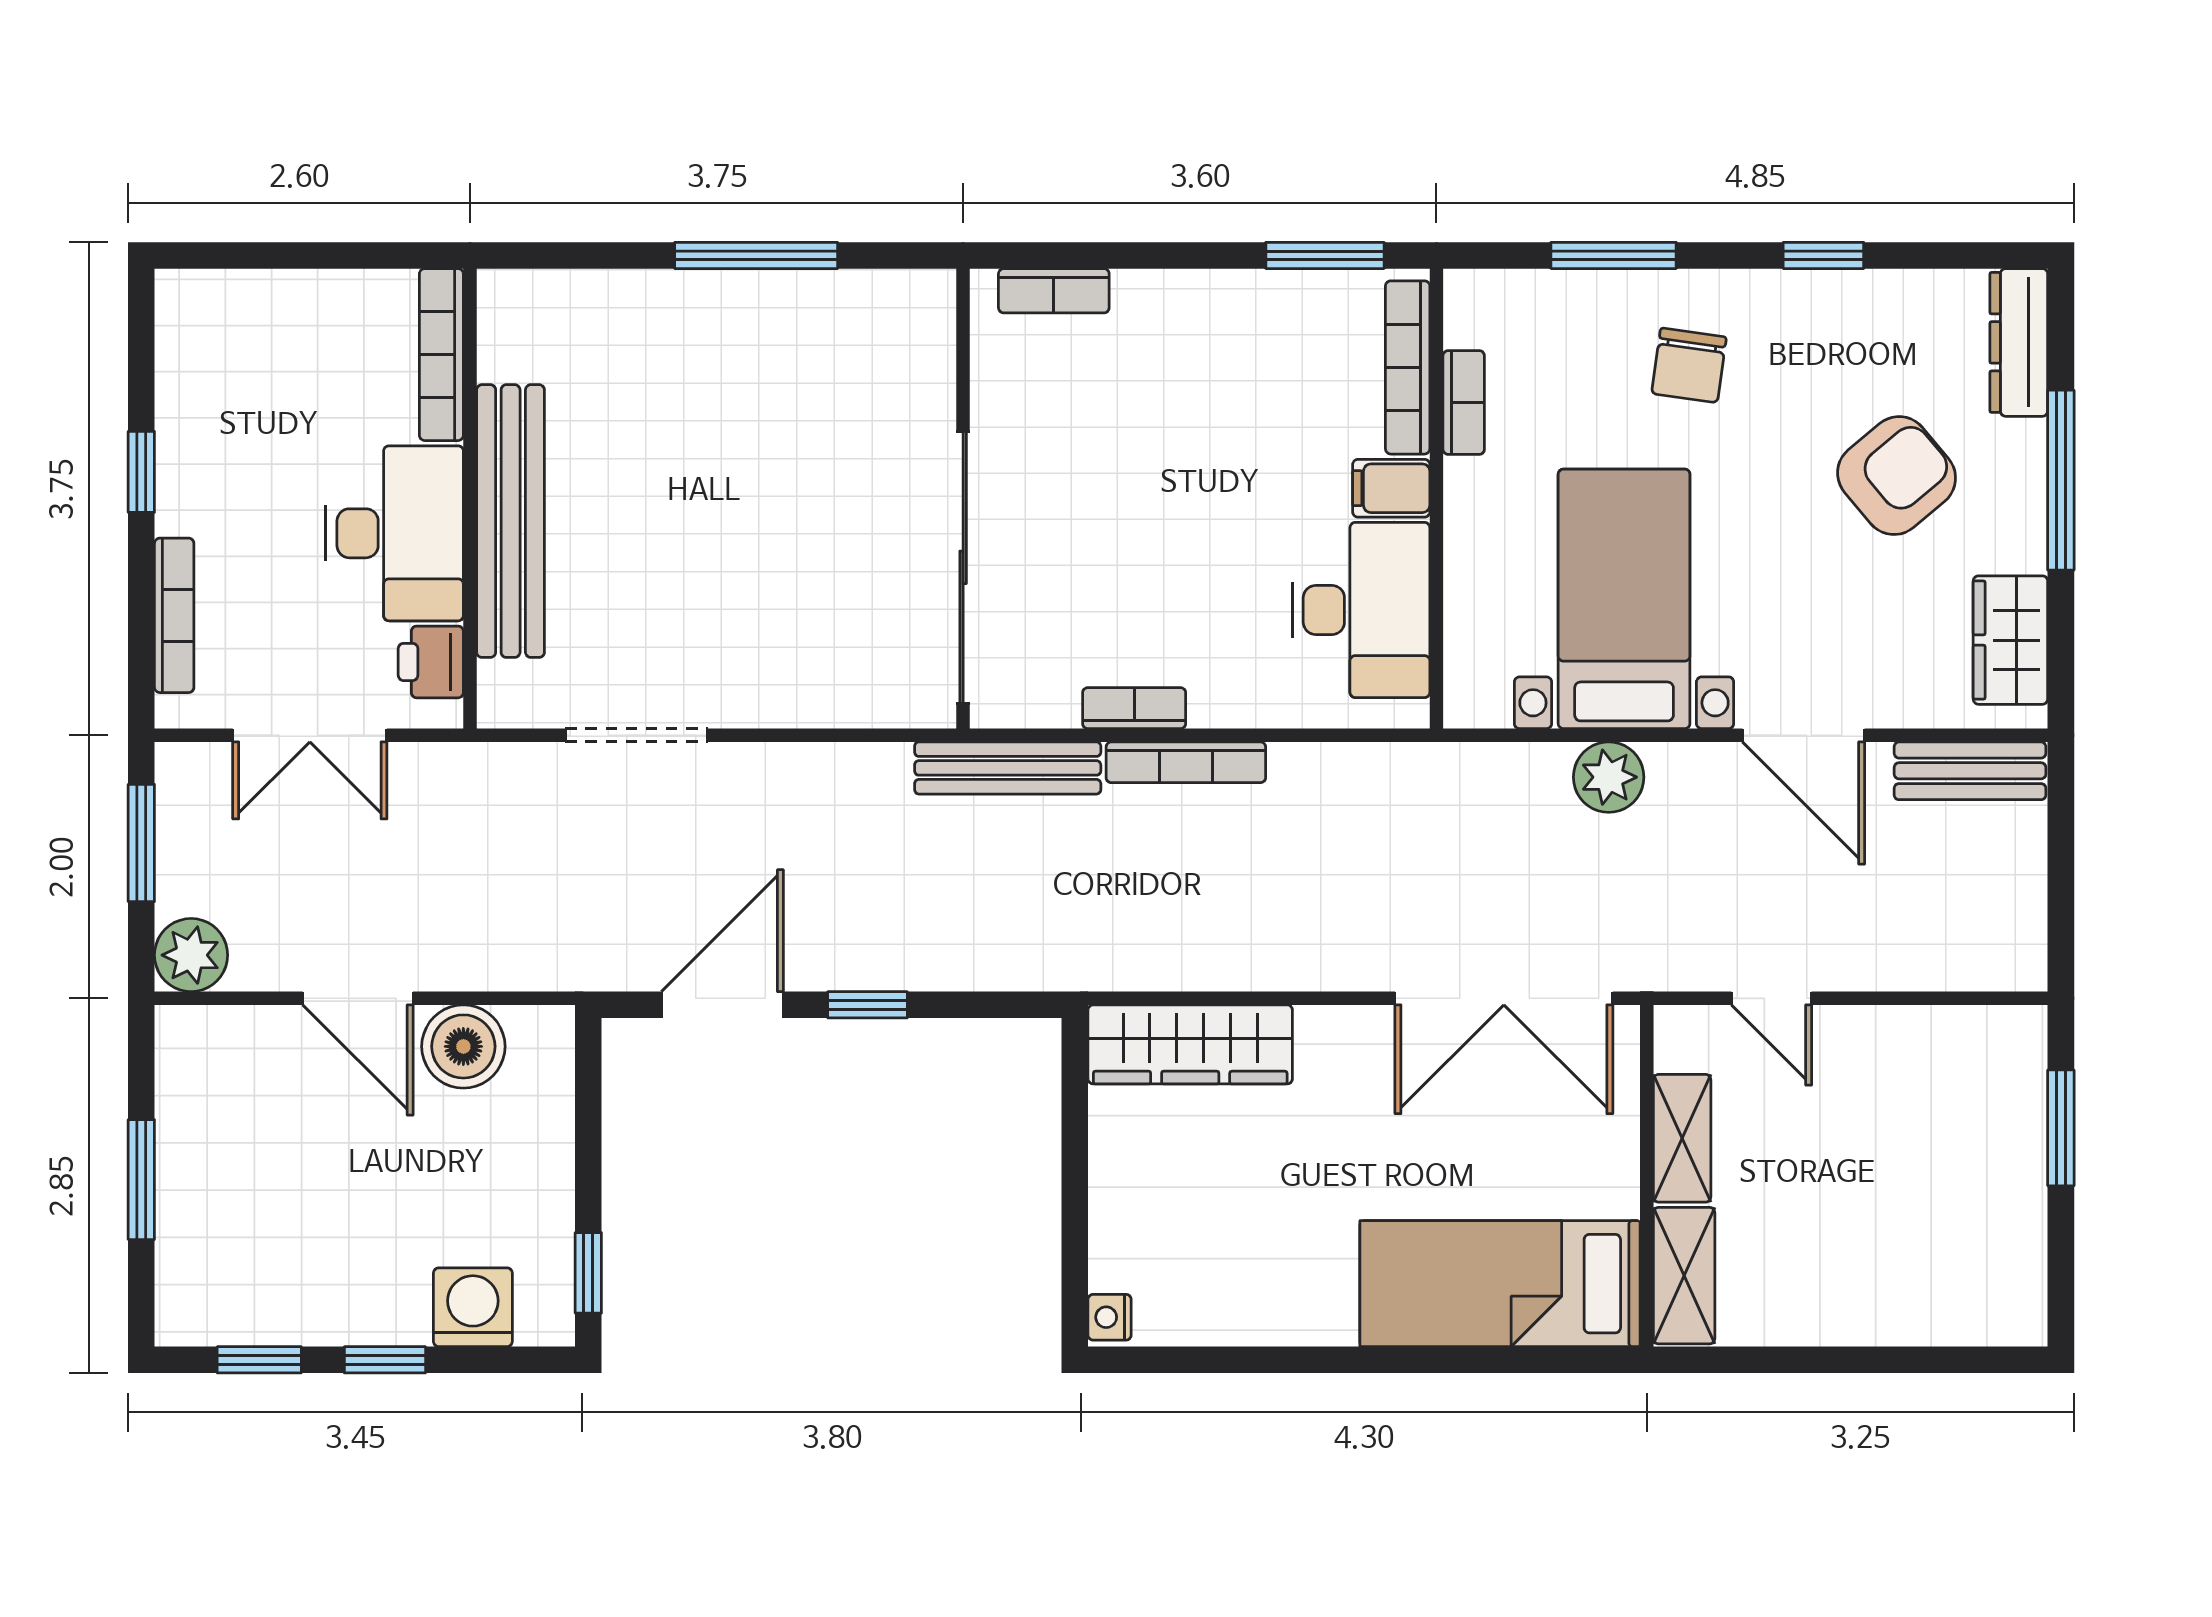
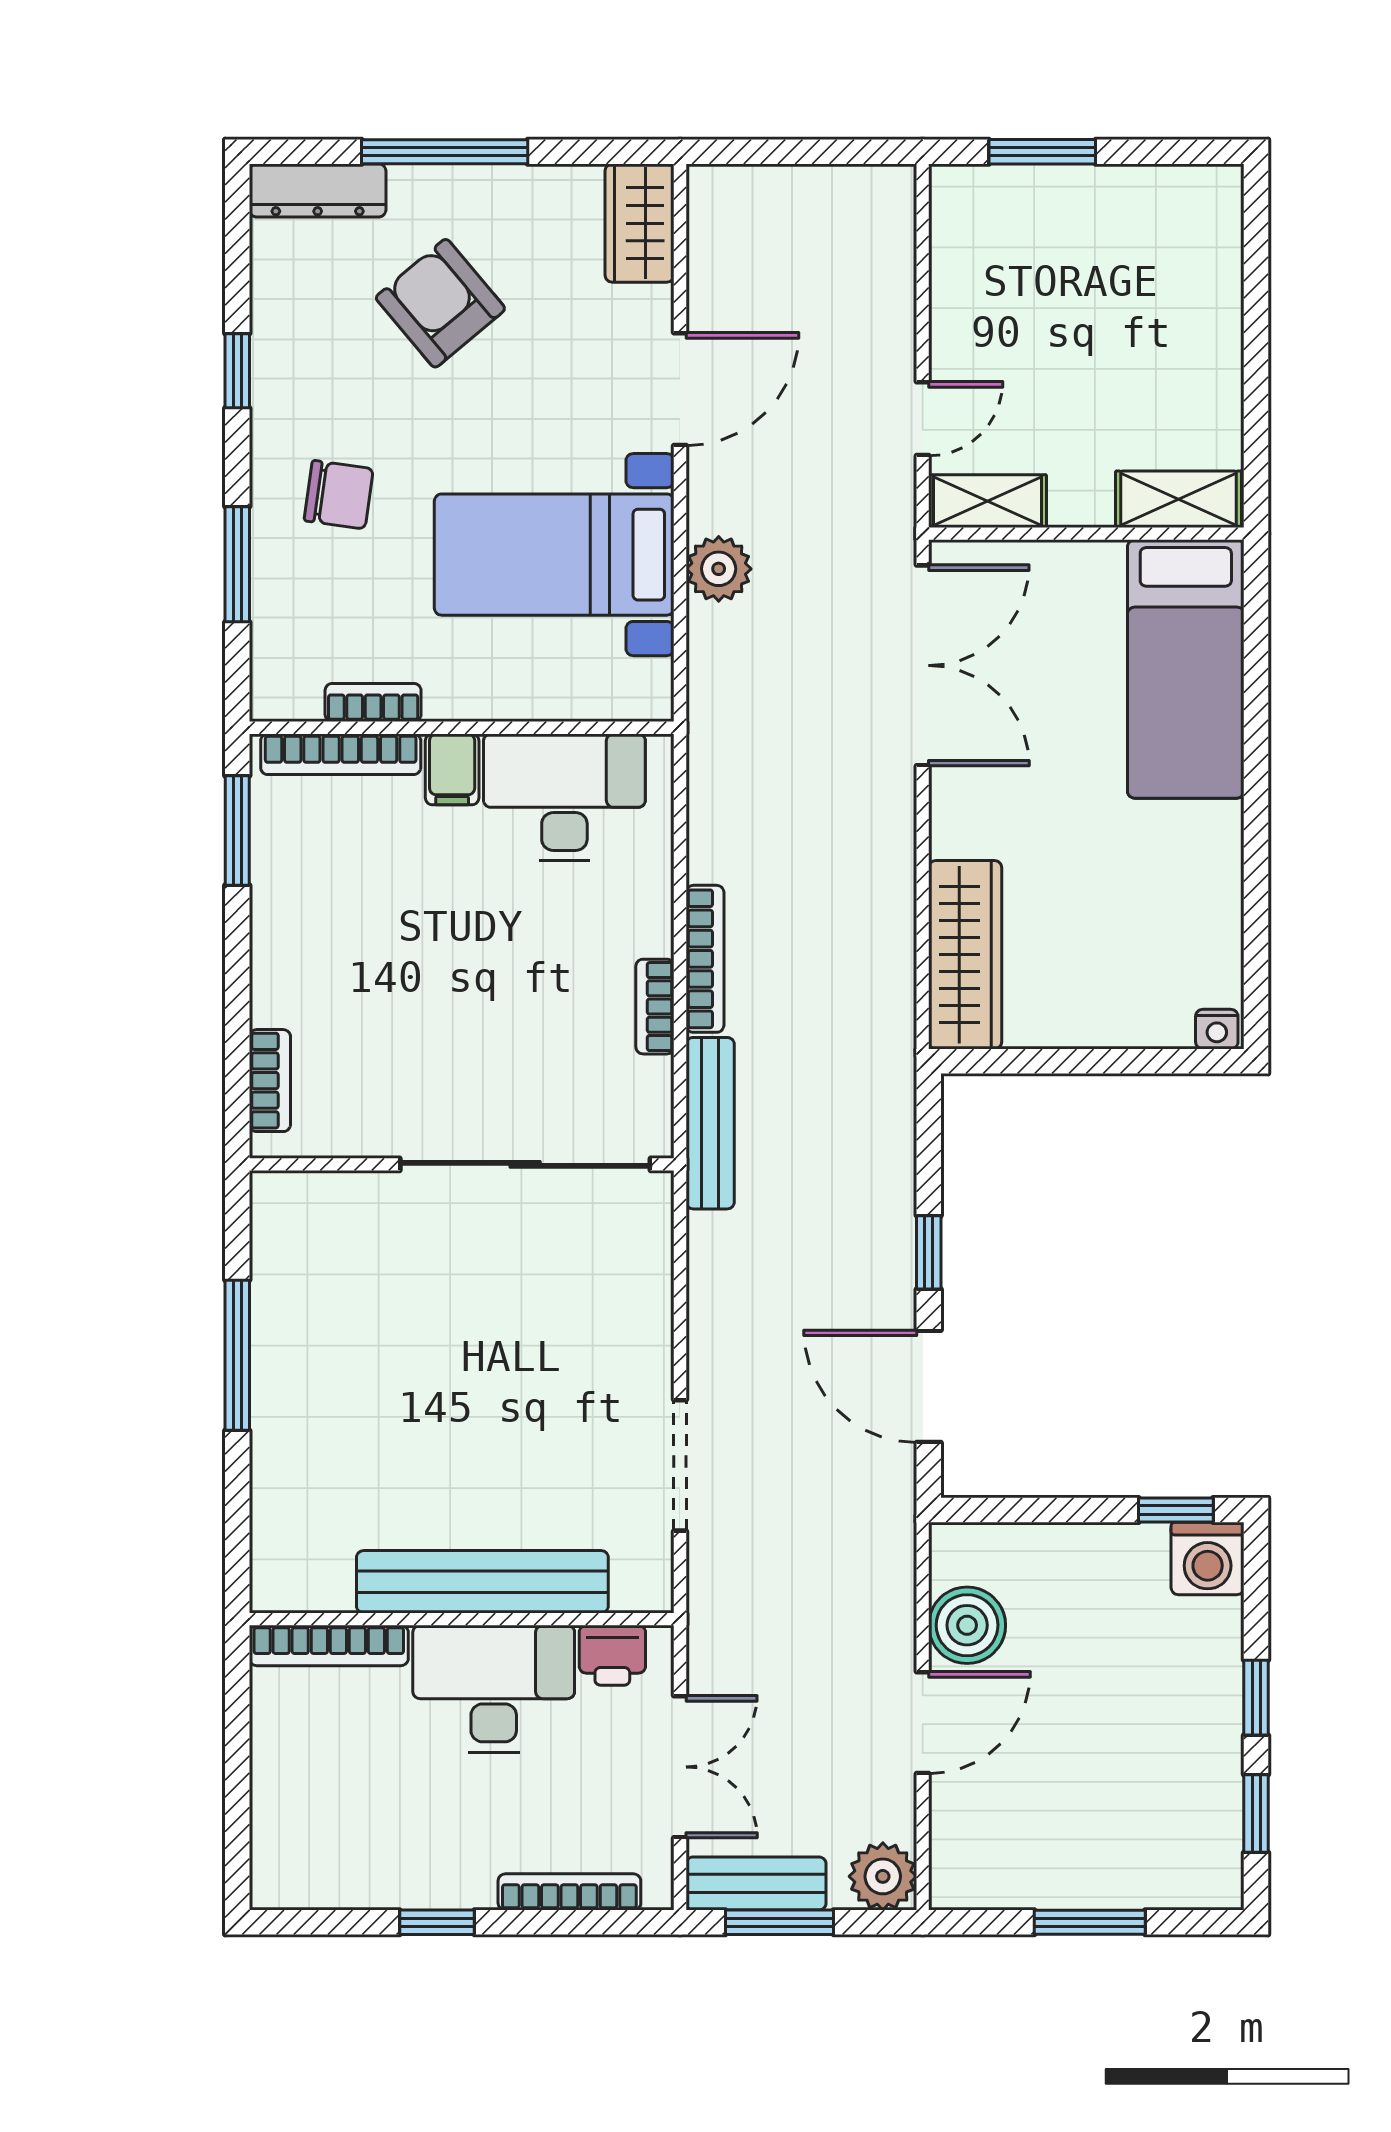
wardrobe: (2010, 640) -> (640, 223), moved, turned 90
bench: (1970, 771) -> (756, 1883), moved, turned 90
shelving: (1682, 1138) -> (988, 501), moved
washing machine: (473, 1307) -> (1208, 1558), moved, turned -90

